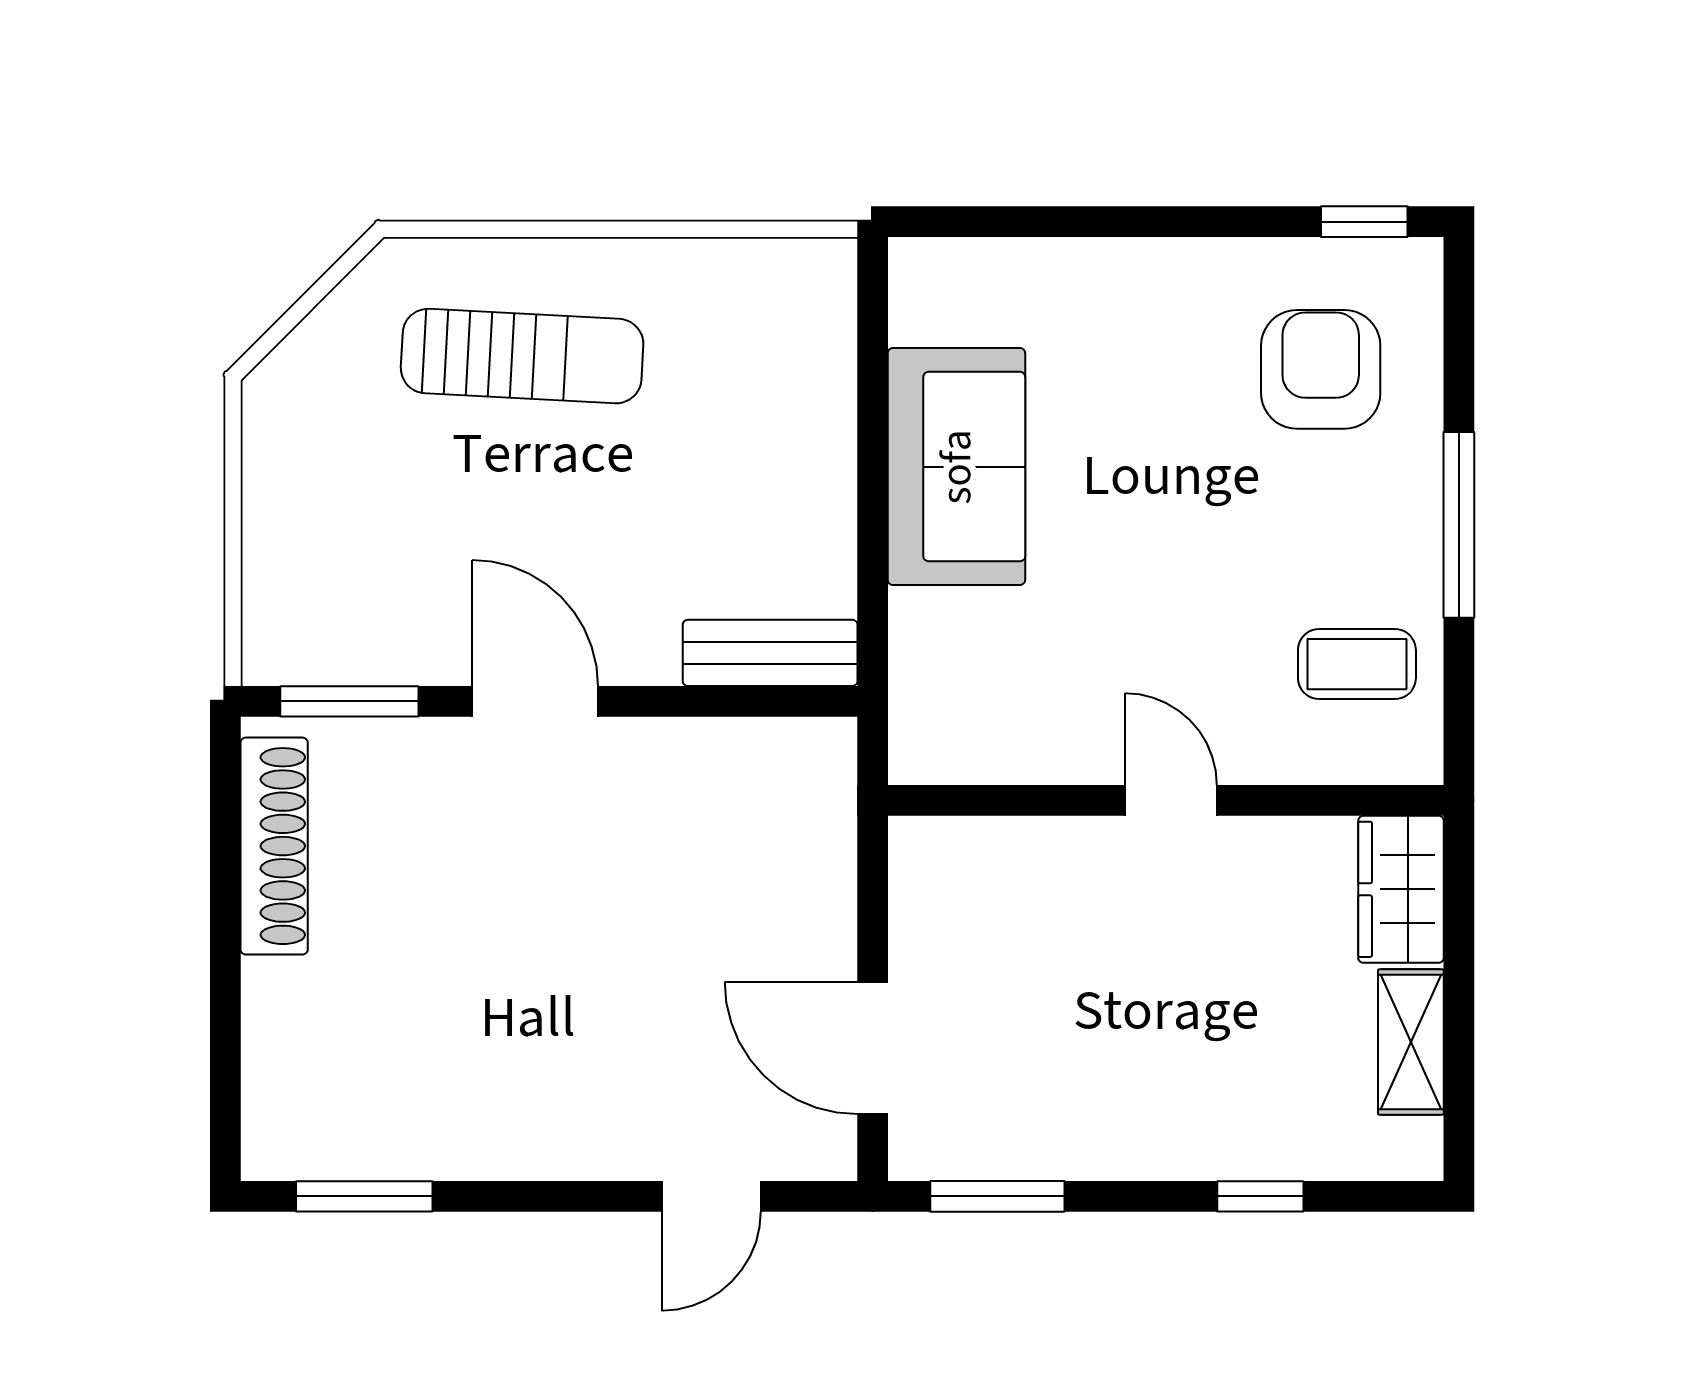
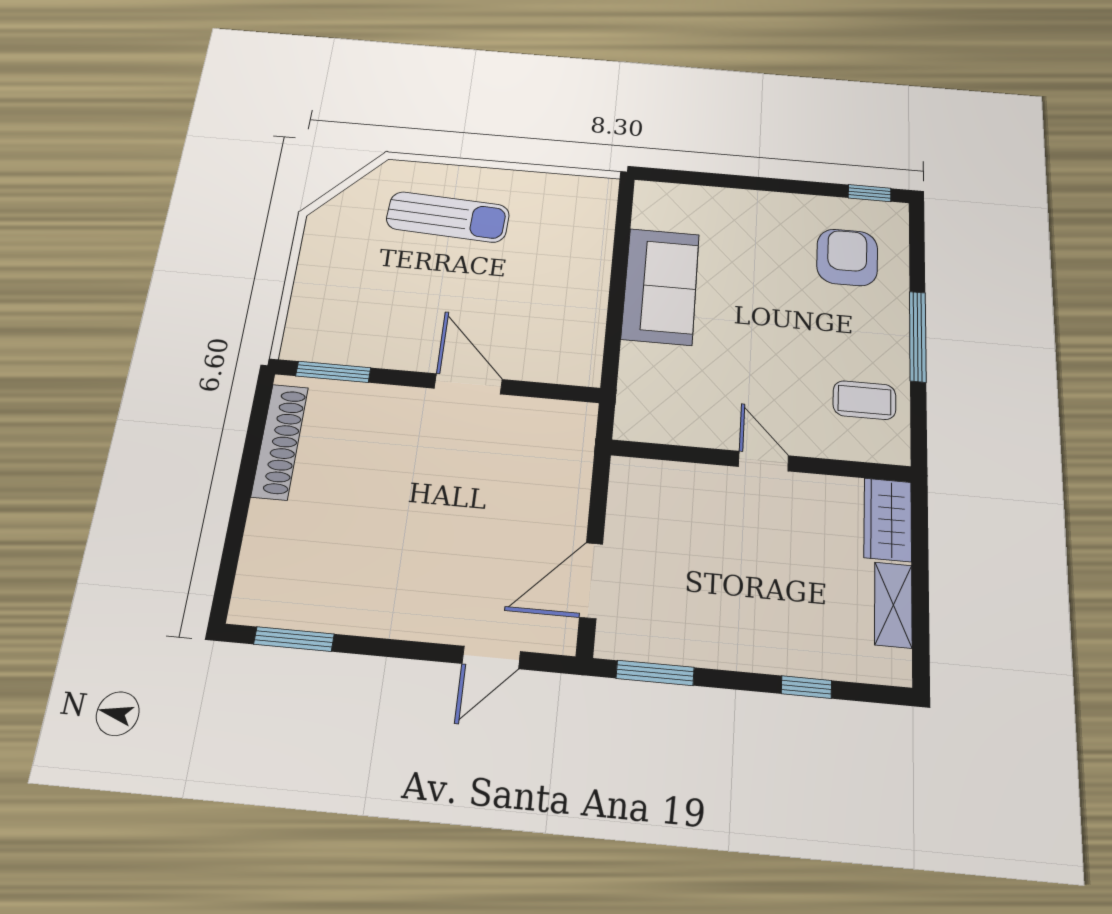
bench: (770, 653) -> (556, 367), removed
door: (535, 701) -> (468, 384), moved
door: (873, 1048) -> (591, 580), hinge flipped

